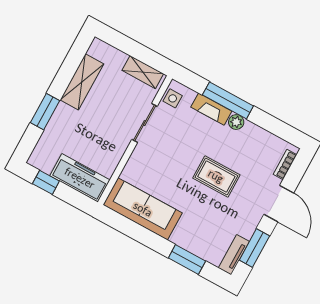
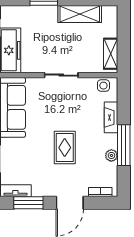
window: (228, 100) -> (124, 145), moved
plant: (236, 122) -> (111, 155), moved
sliding door: (145, 123) -> (61, 75), moved

